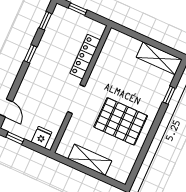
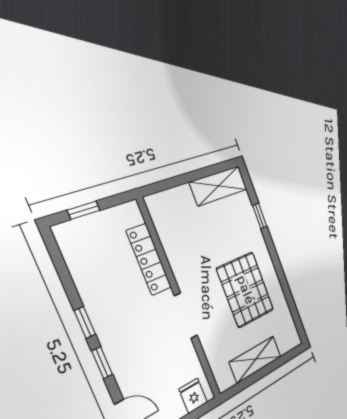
window: (45, 21) -> (102, 363), moved
pallet: (121, 121) -> (246, 289), turned 90

